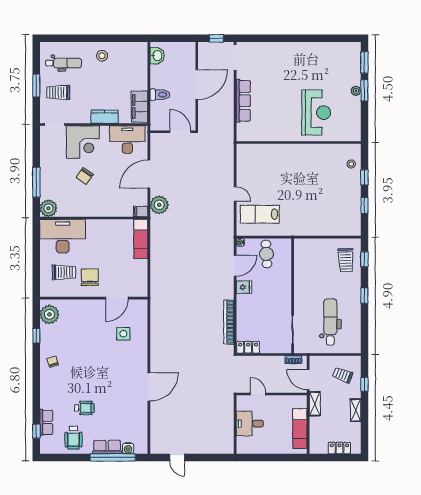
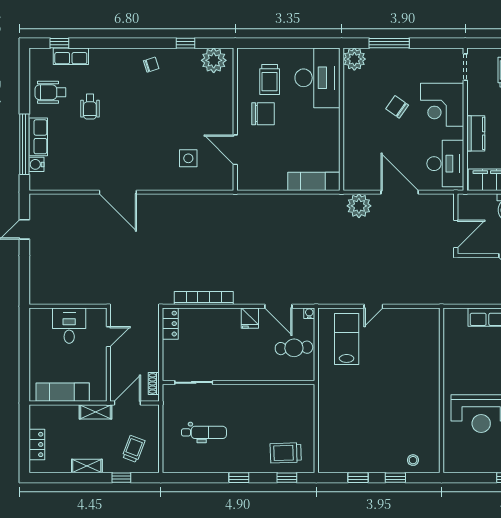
filing cabinet: (141, 211) -> (350, 181), removed
dental chair: (330, 322) -> (204, 432), width x0.73, depth x0.72

